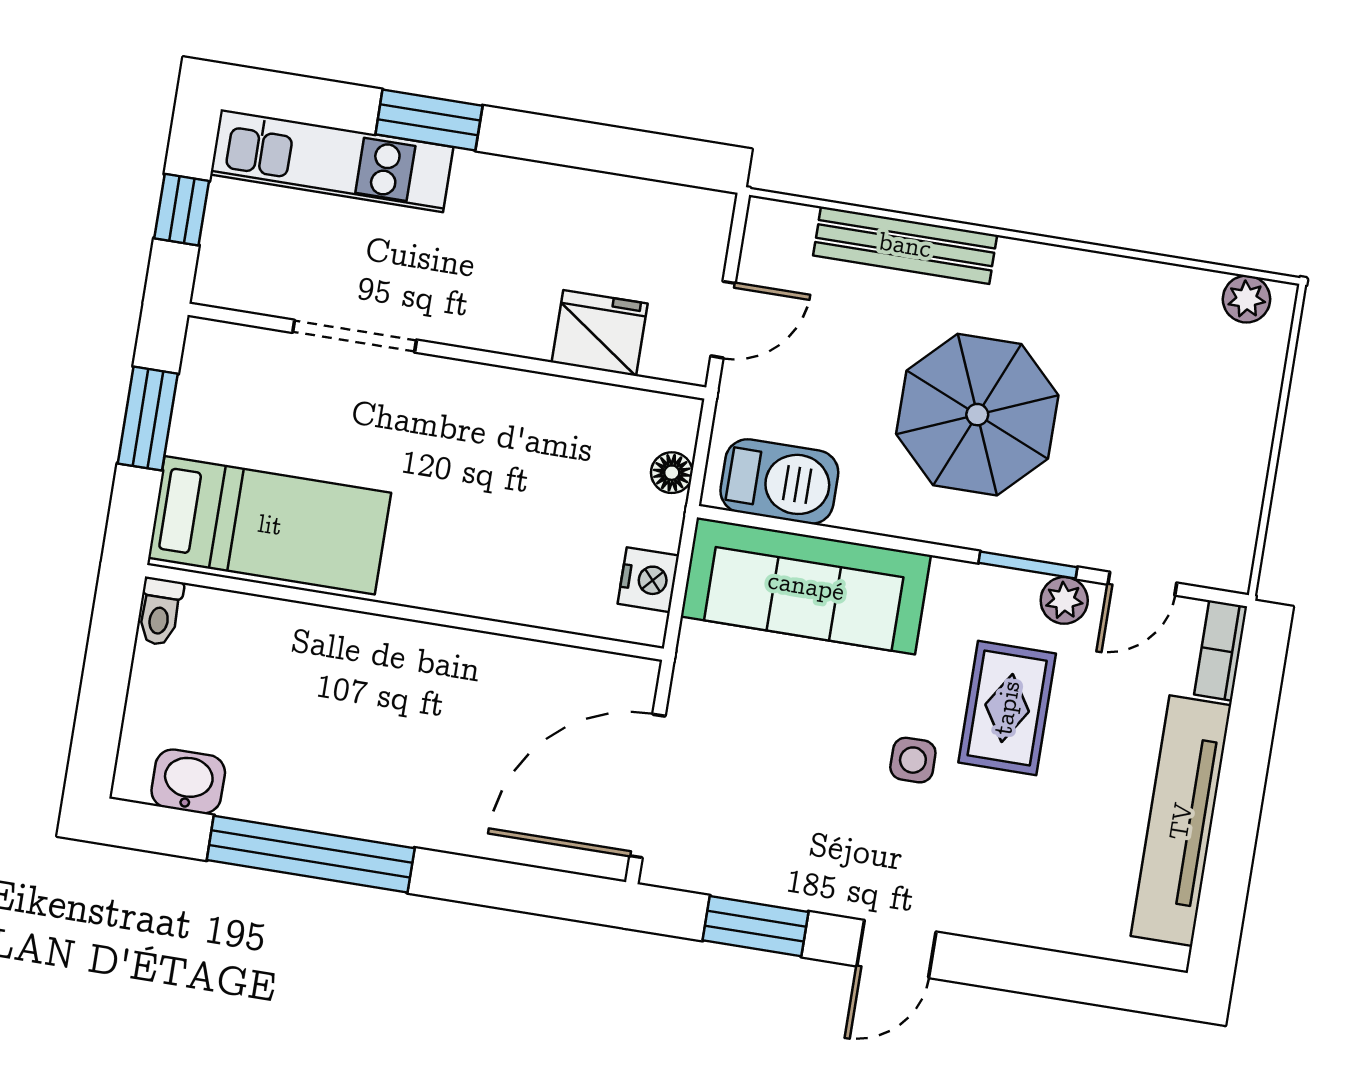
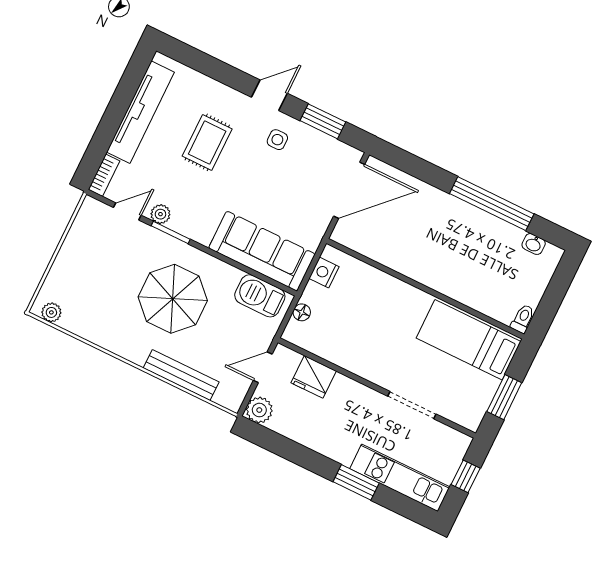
plant: (702, 219) -> (259, 410), added
rug: (1007, 708) -> (207, 143), moved
side table: (913, 760) -> (277, 140), moved
washbasin: (188, 781) -> (534, 244), width x0.72, depth x0.69

